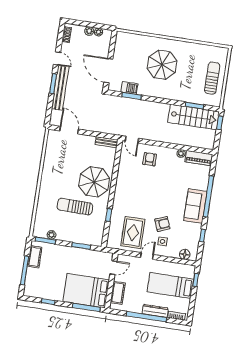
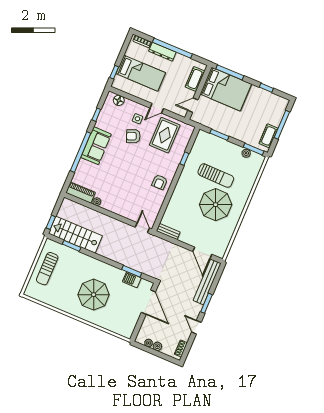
bench: (60, 88) -> (207, 282), moved
armchair: (150, 159) -> (160, 182), moved
parasol: (94, 182) -> (216, 205), moved

